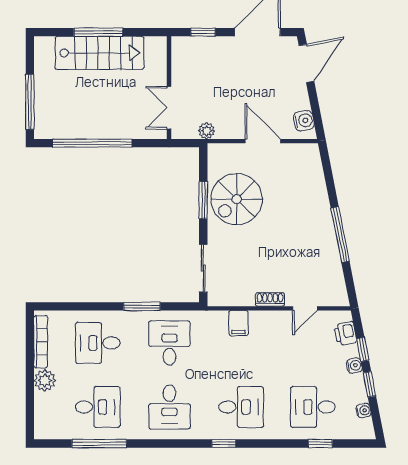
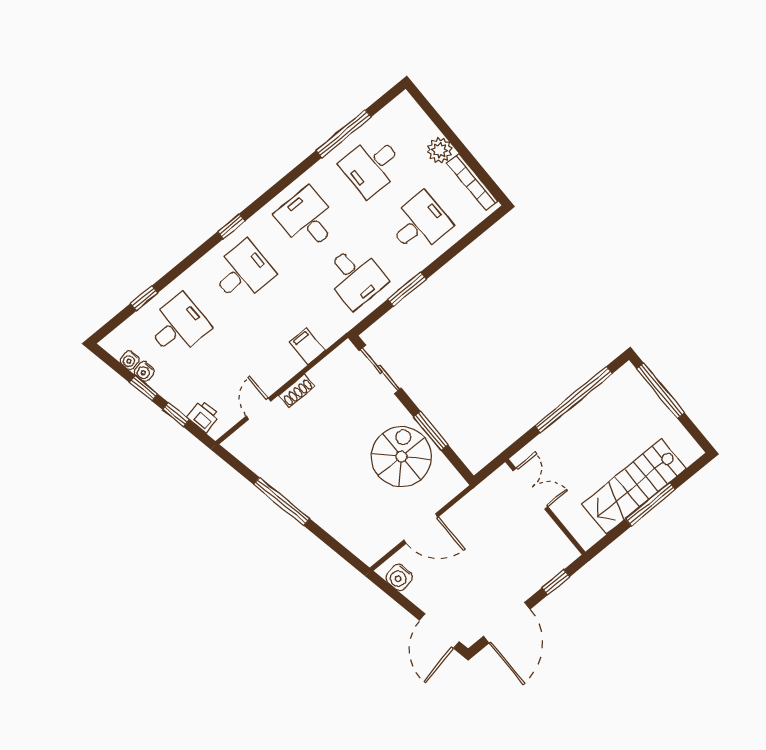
plant: (207, 131) -> (479, 496), removed
water cooler: (354, 365) -> (144, 372), moved
desk: (241, 407) -> (243, 272), turned 180

